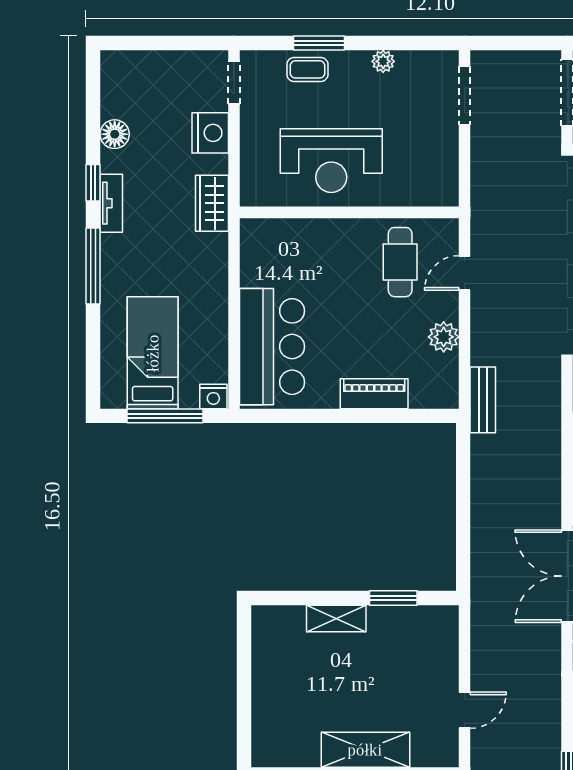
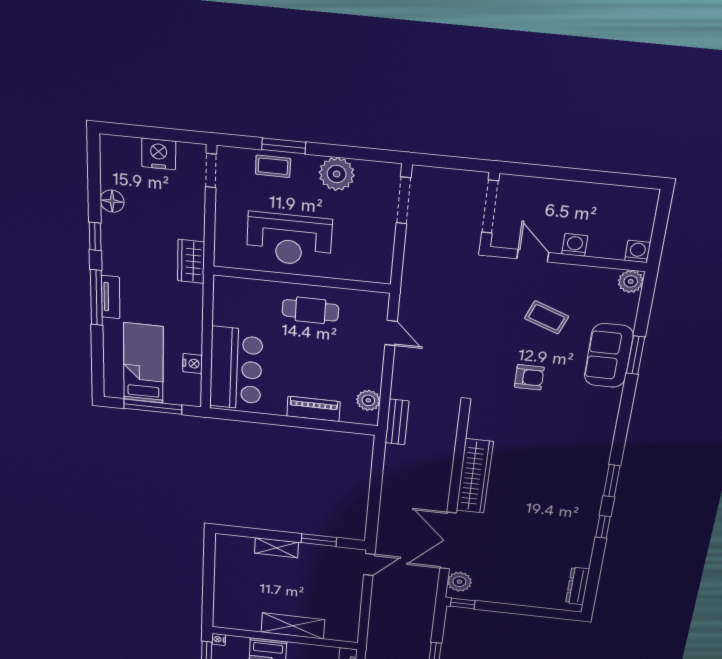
plant: (383, 61) -> (337, 174), width x1.88, depth x1.88
nightstand: (210, 133) -> (159, 154), moved, turned -90
tv unit: (111, 203) -> (111, 297), moved
cafe table: (400, 262) -> (310, 310), moved, turned 90
door: (465, 273) -> (391, 333), swing flipped
plant: (444, 337) -> (368, 400), moved
nightstand: (213, 396) -> (192, 364), moved, turned -90
door: (465, 710) -> (369, 565), moved

